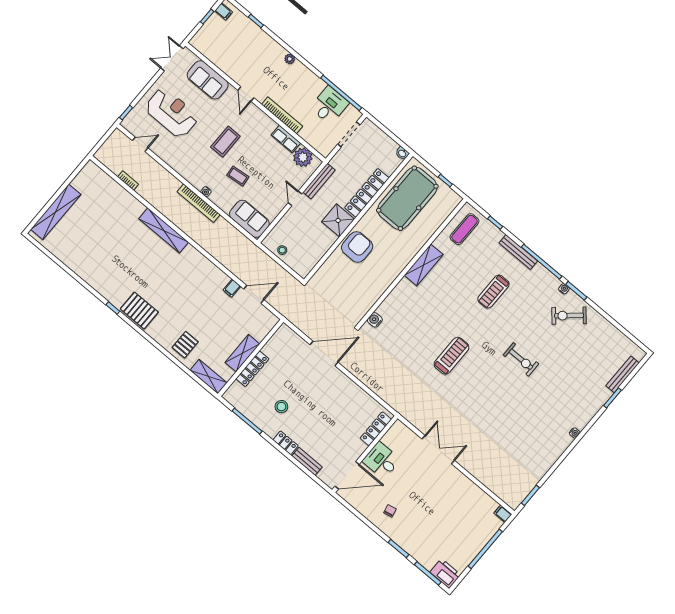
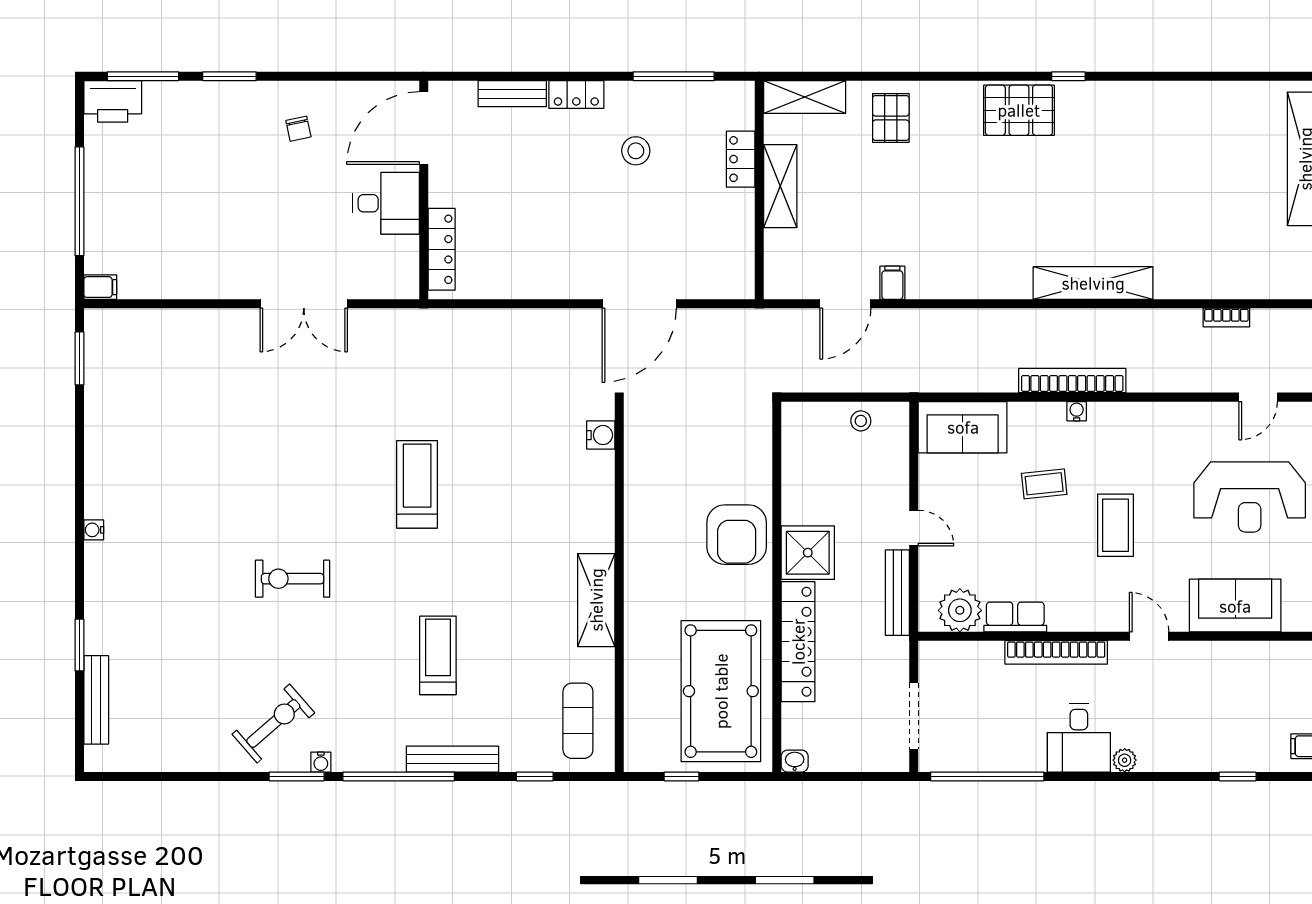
desk: (329, 105) -> (1079, 738), moved
treadmill: (452, 356) -> (417, 484), turned 180
locker: (252, 369) -> (741, 159), width x0.66

